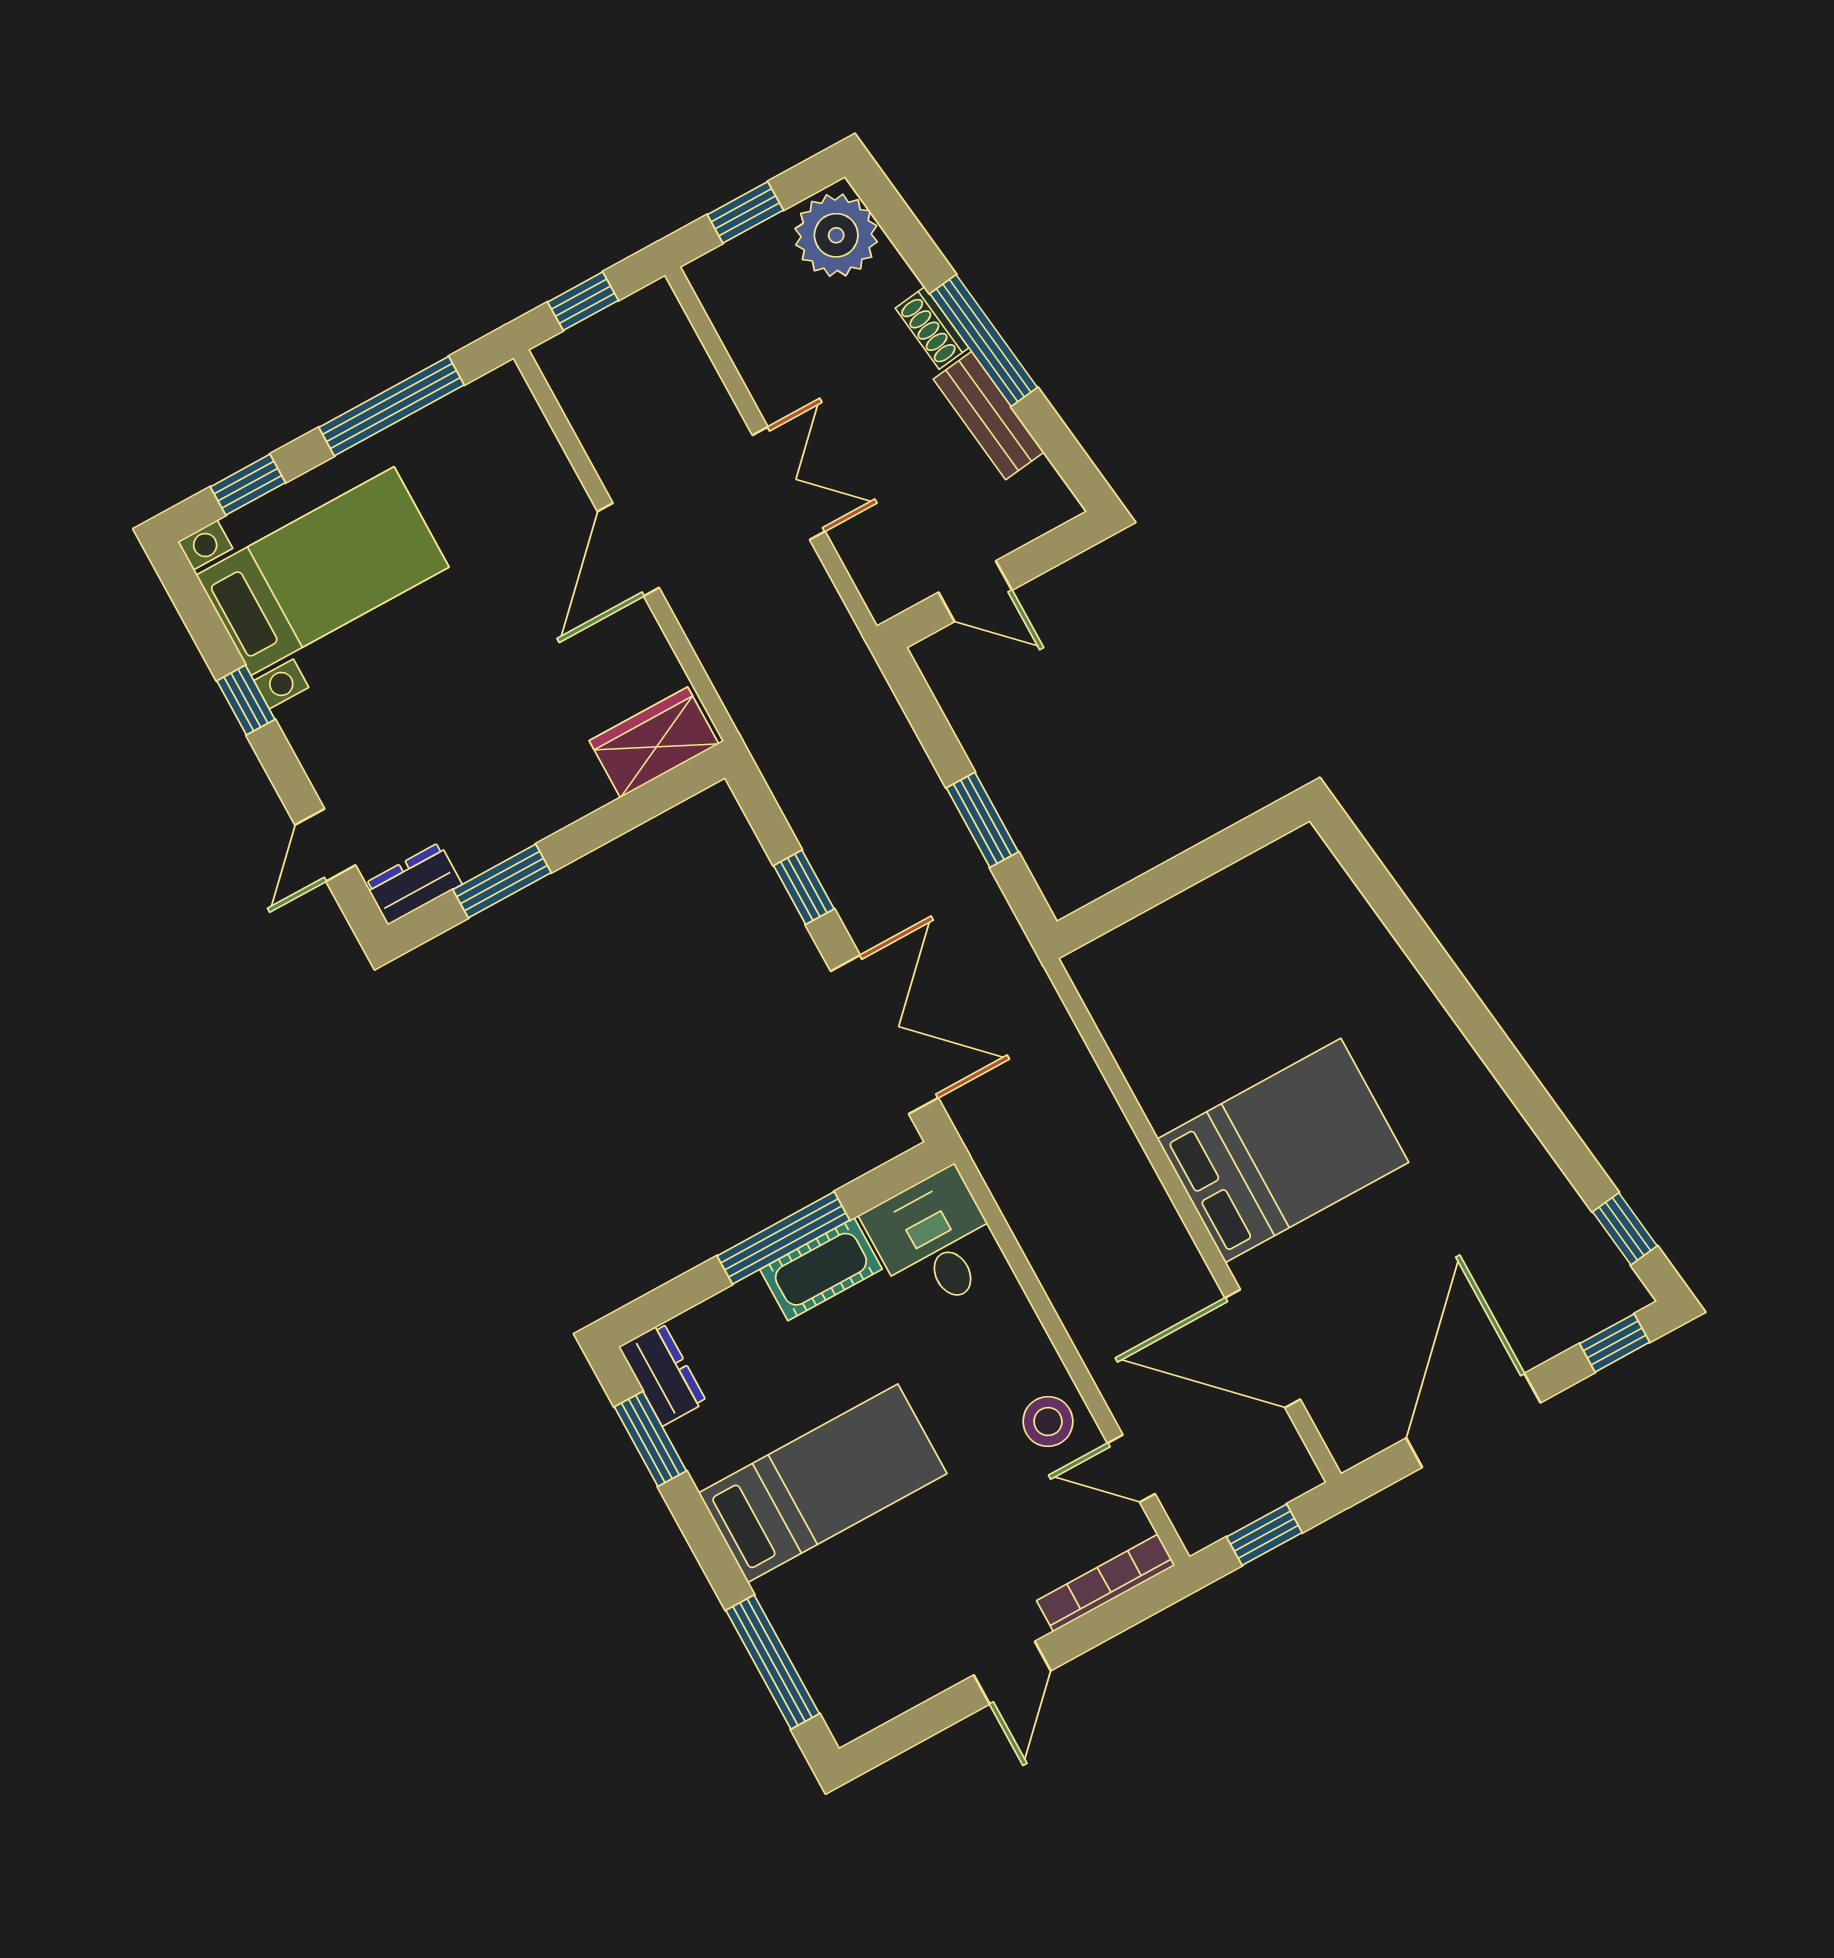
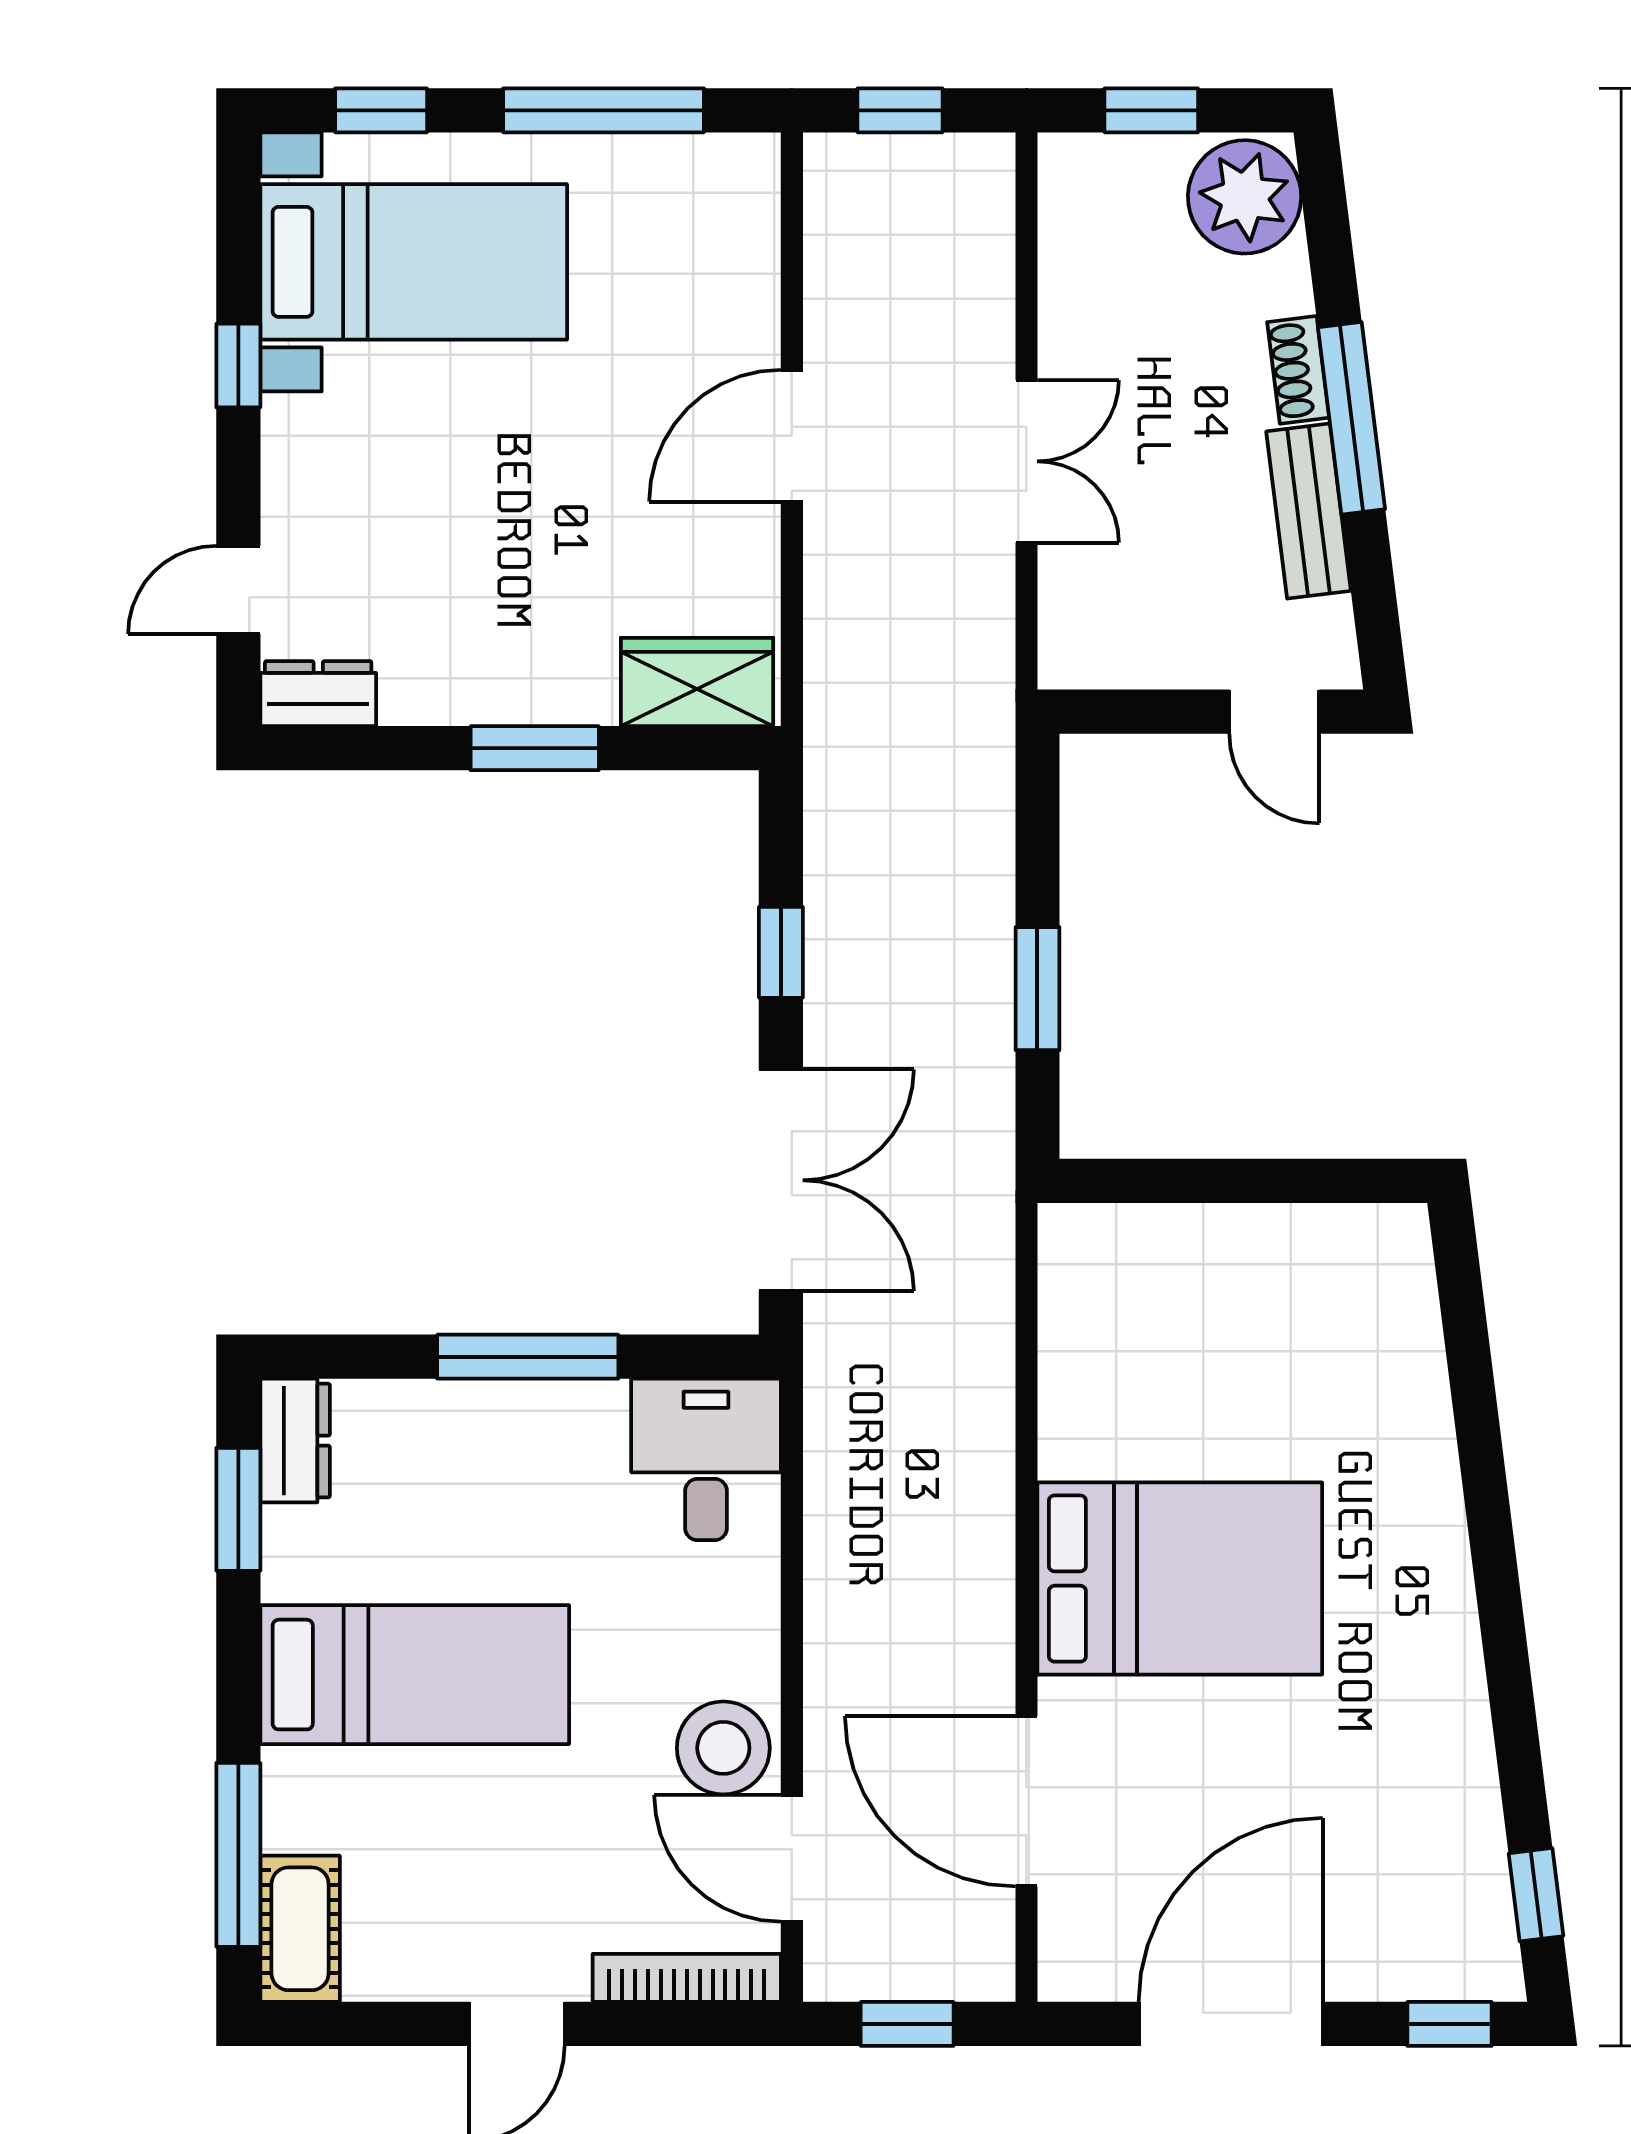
door: (975, 591) -> (1274, 712), moved
window: (502, 881) -> (535, 748), moved
cot: (821, 1269) -> (300, 1929), moved, turned 90
stool: (1048, 1421) -> (723, 1748), width x1.38, depth x1.38
door: (1131, 1468) -> (792, 1858), width x1.38

